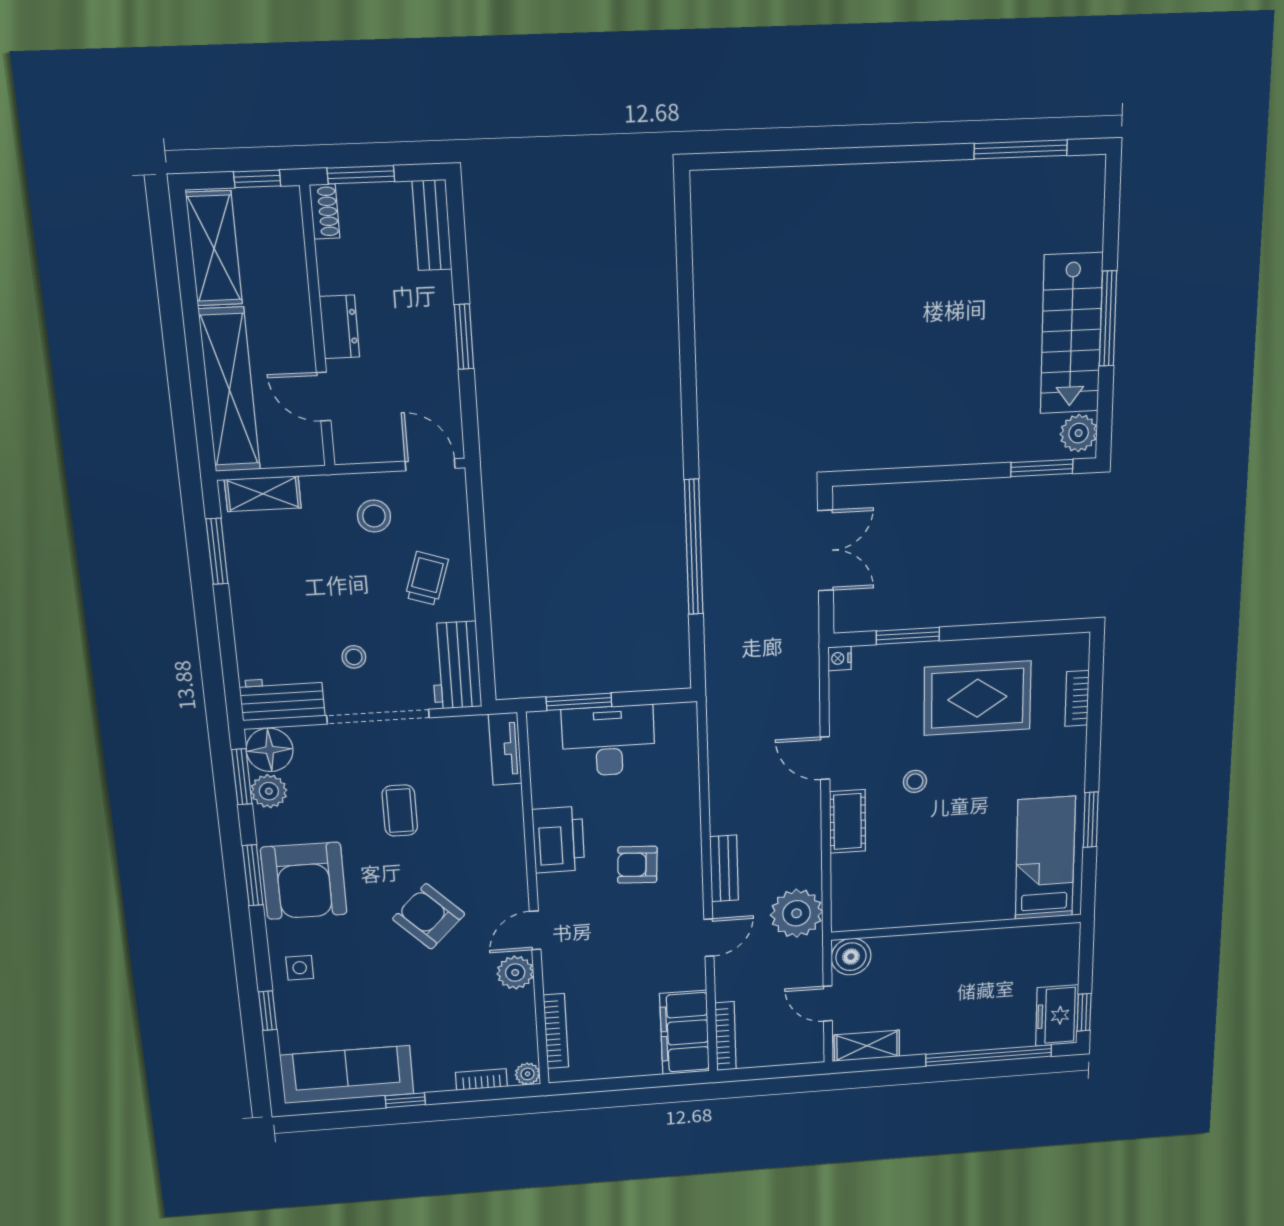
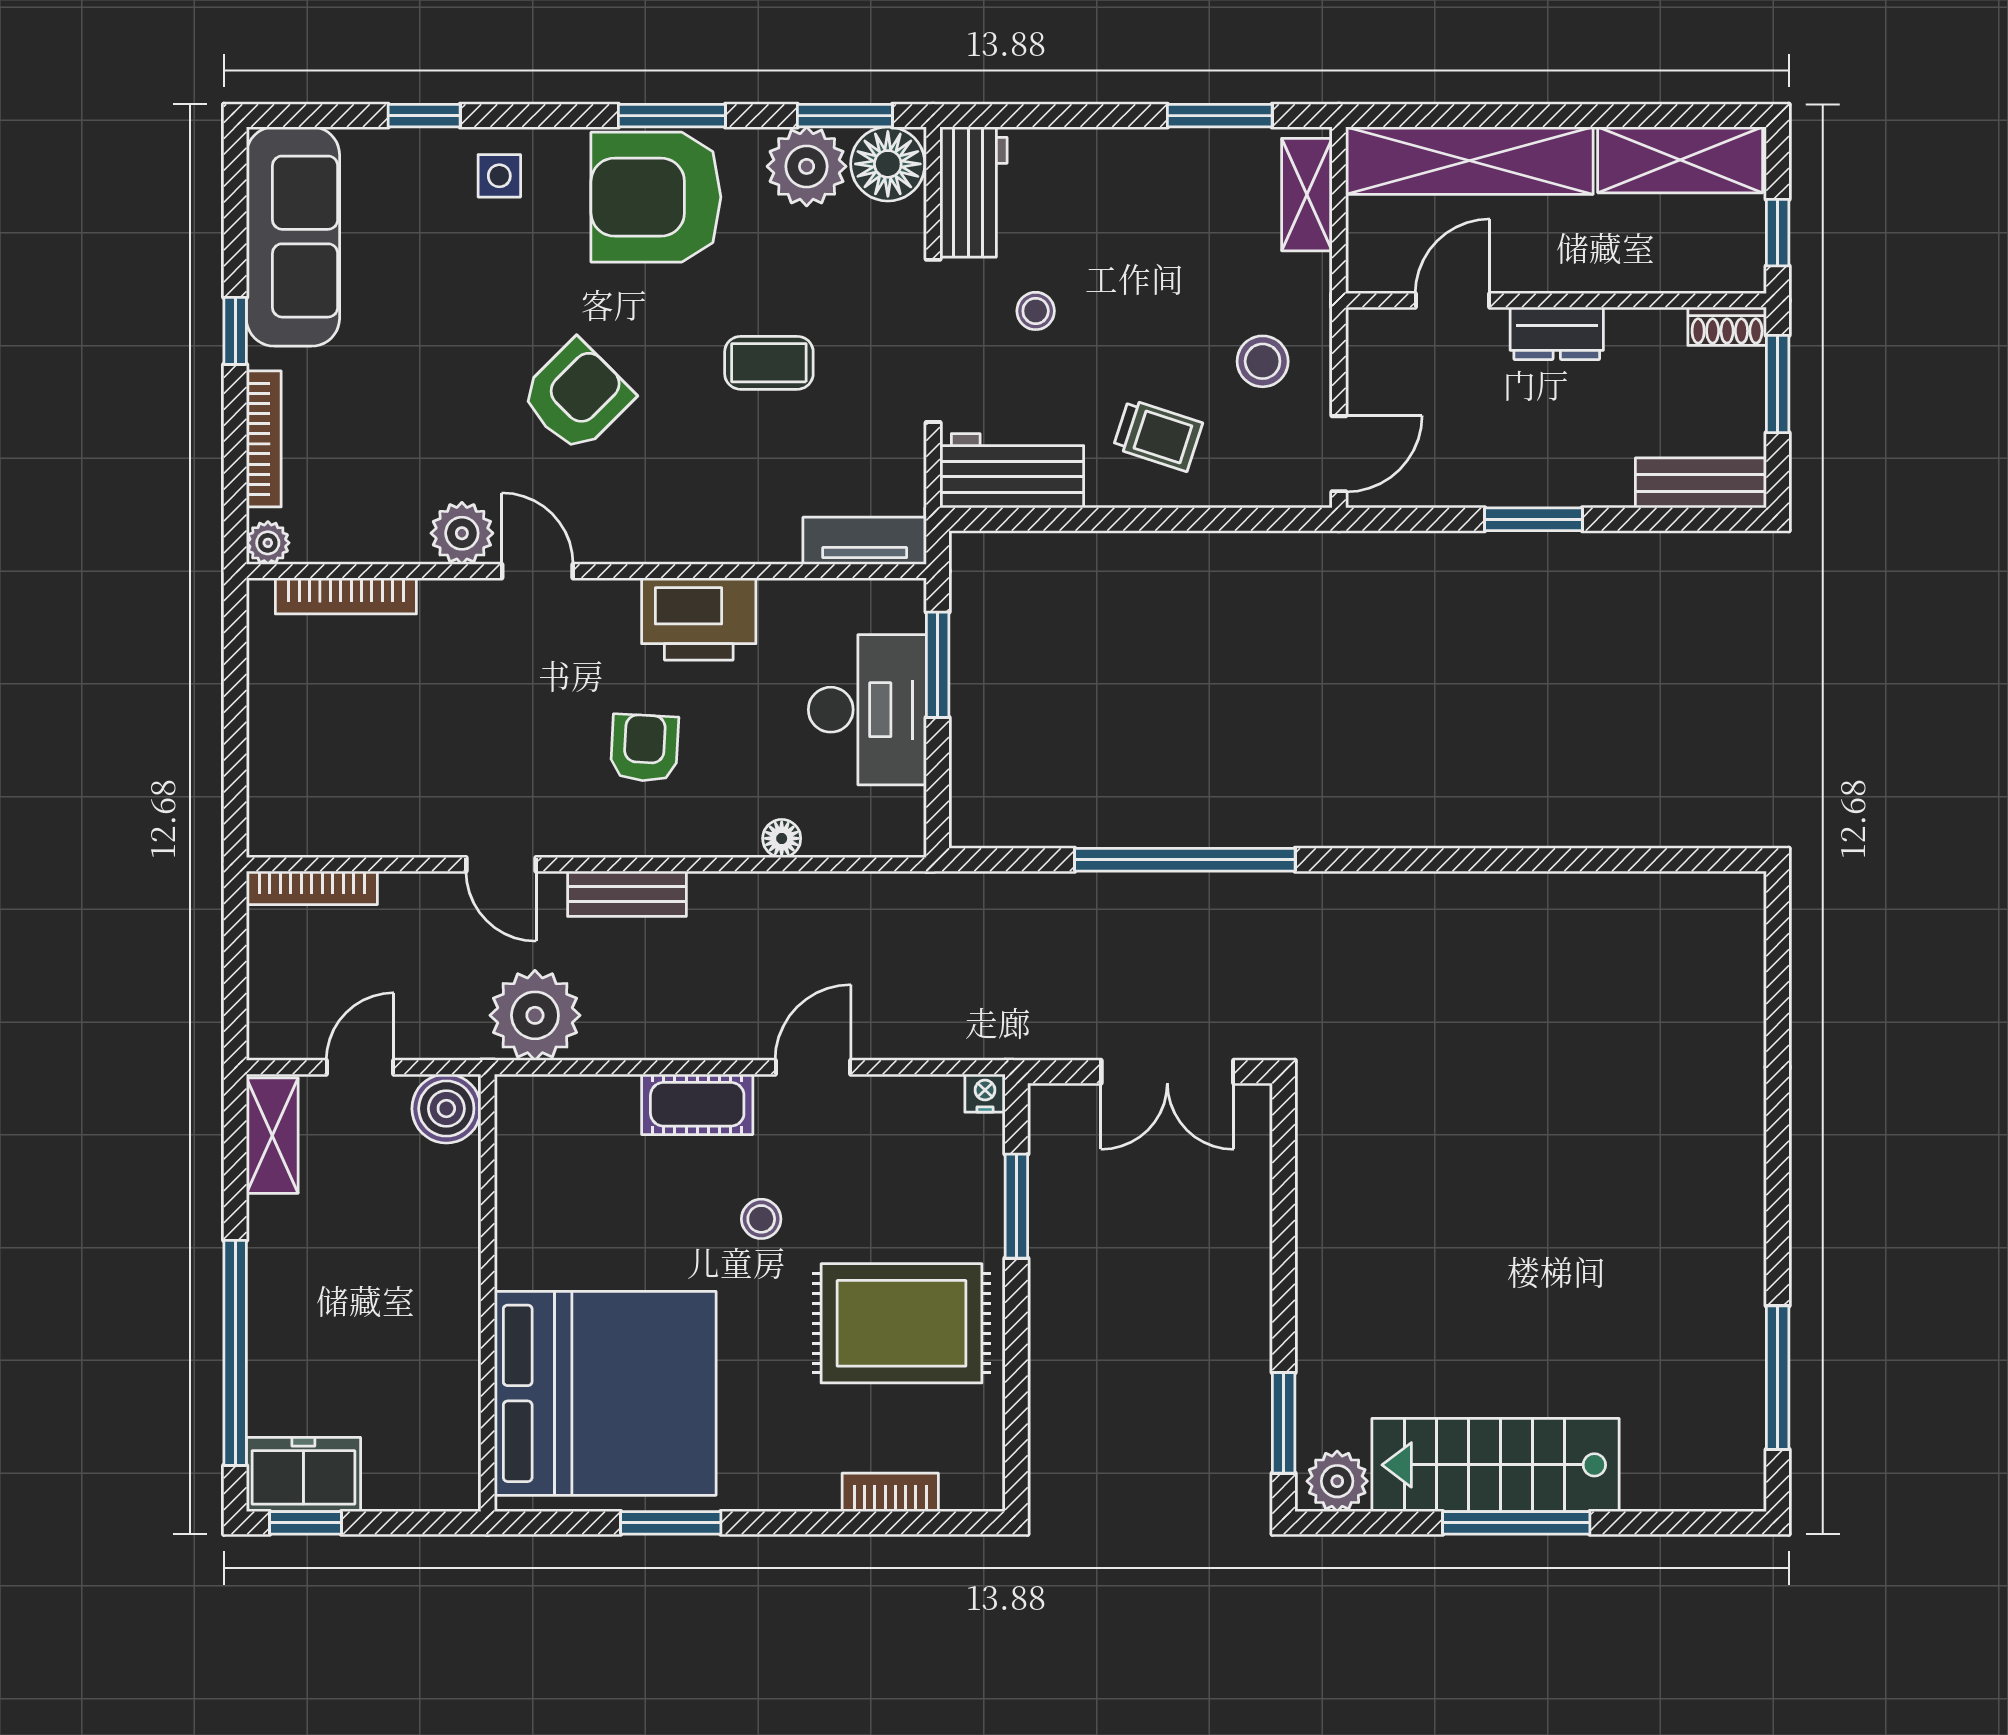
rug: (977, 698) -> (902, 1323), turned 90
floor lamp: (689, 785) -> (782, 838), added
plant: (269, 791) -> (807, 166), width x1.36, depth x1.36
bed: (1045, 858) -> (605, 1393), width x2.04
filing cabinet: (685, 1033) -> (325, 817), removed
bookcase: (481, 1080) -> (264, 439), width x1.56

